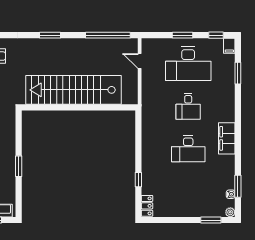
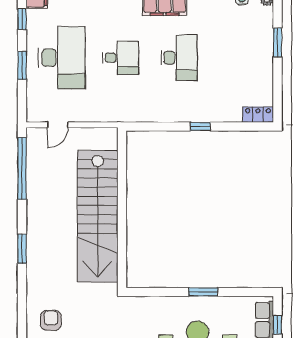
window: (138, 180) -> (200, 126), moved
window: (211, 220) -> (278, 42), moved

